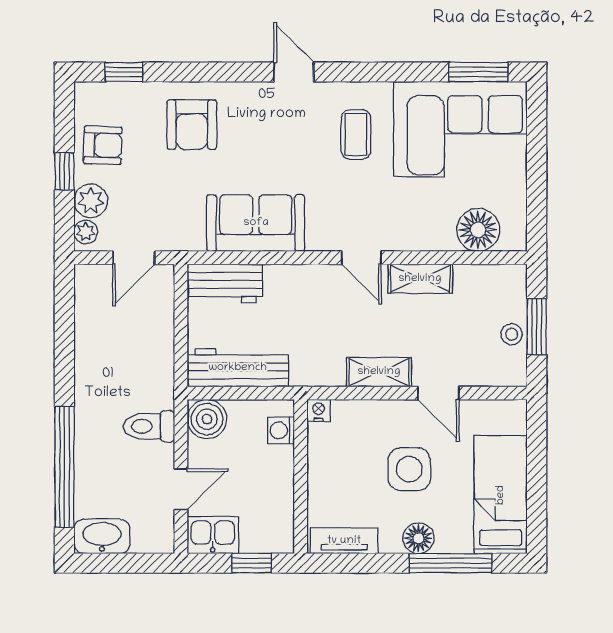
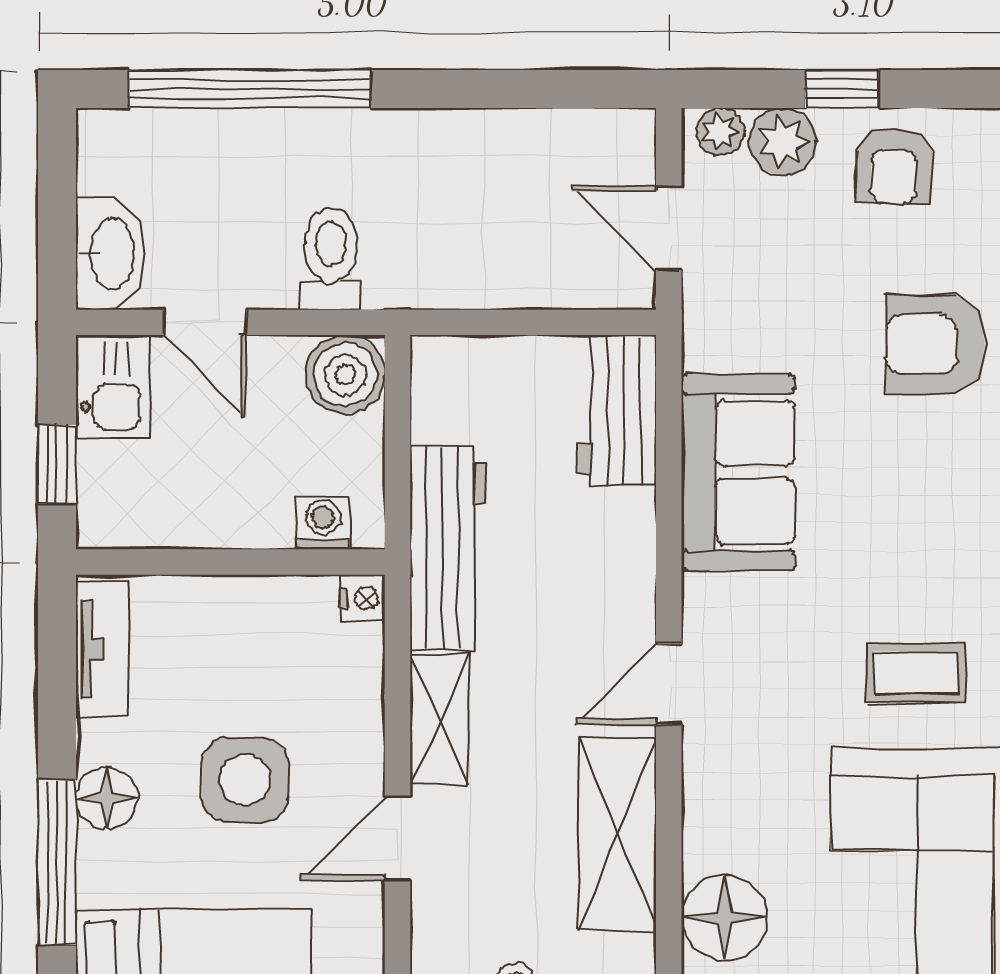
shelving: (420, 279) -> (617, 834), width x1.50, depth x1.33
workbench: (238, 368) -> (448, 548), moved
washbasin: (102, 536) -> (110, 253), moved

